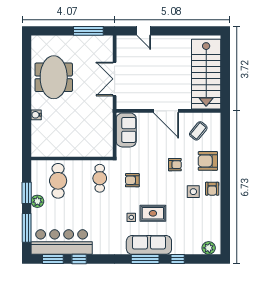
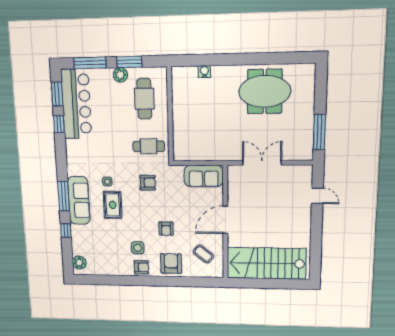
door: (144, 31) -> (317, 196), swing flipped
water cooler: (36, 115) -> (204, 72), moved
armchair: (132, 180) -> (148, 183), turned 90
cafe table: (58, 181) -> (144, 99), turned 90
armchair: (212, 189) -> (141, 267), turned 180

